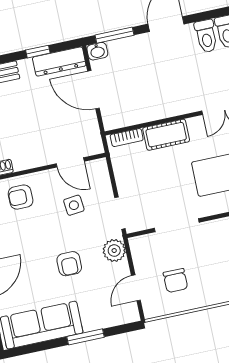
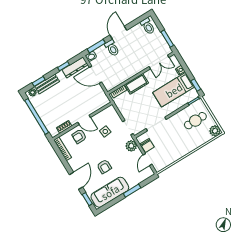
toilet: (206, 36) -> (112, 48), moved
door: (70, 162) -> (84, 120), moved
armchair: (69, 264) -> (104, 167), moved
chair: (175, 281) -> (147, 145), moved

